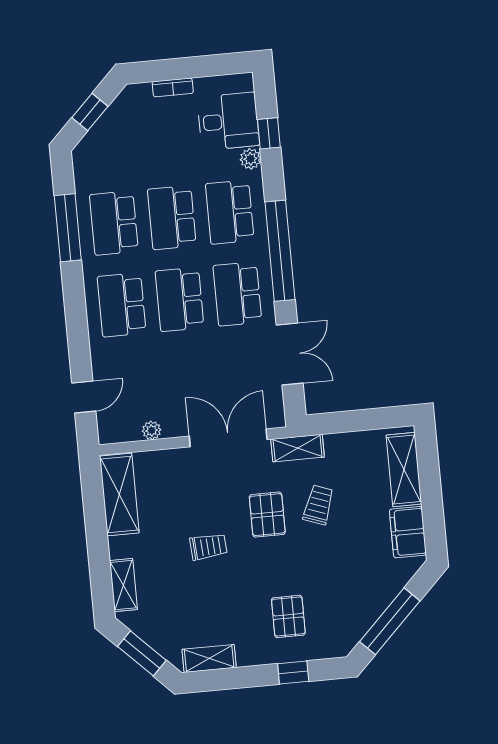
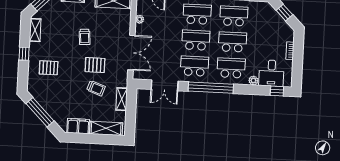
window: (269, 133) -> (277, 91), moved
shelving: (298, 448) -> (122, 99), moved
window: (293, 672) -> (24, 54), moved

